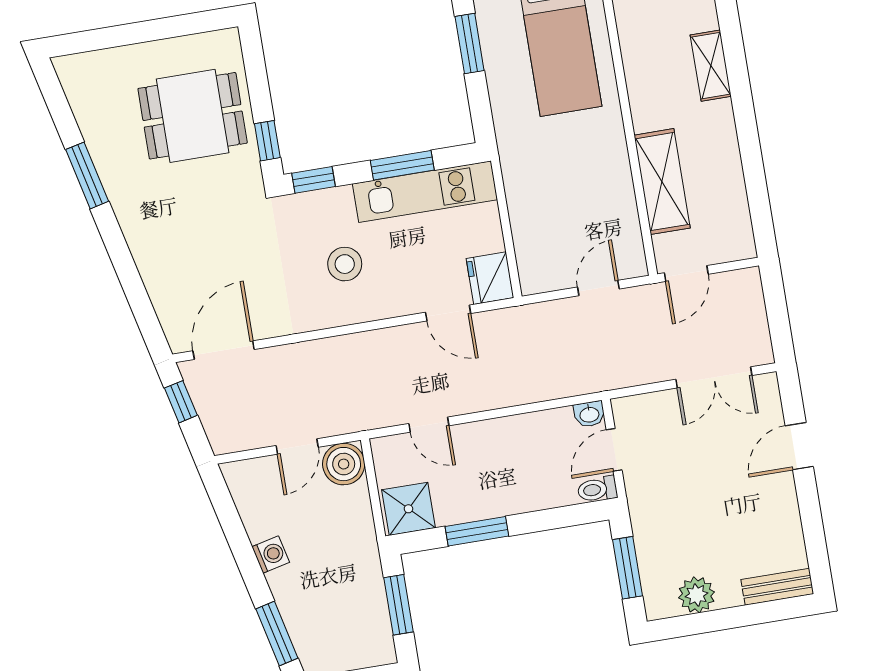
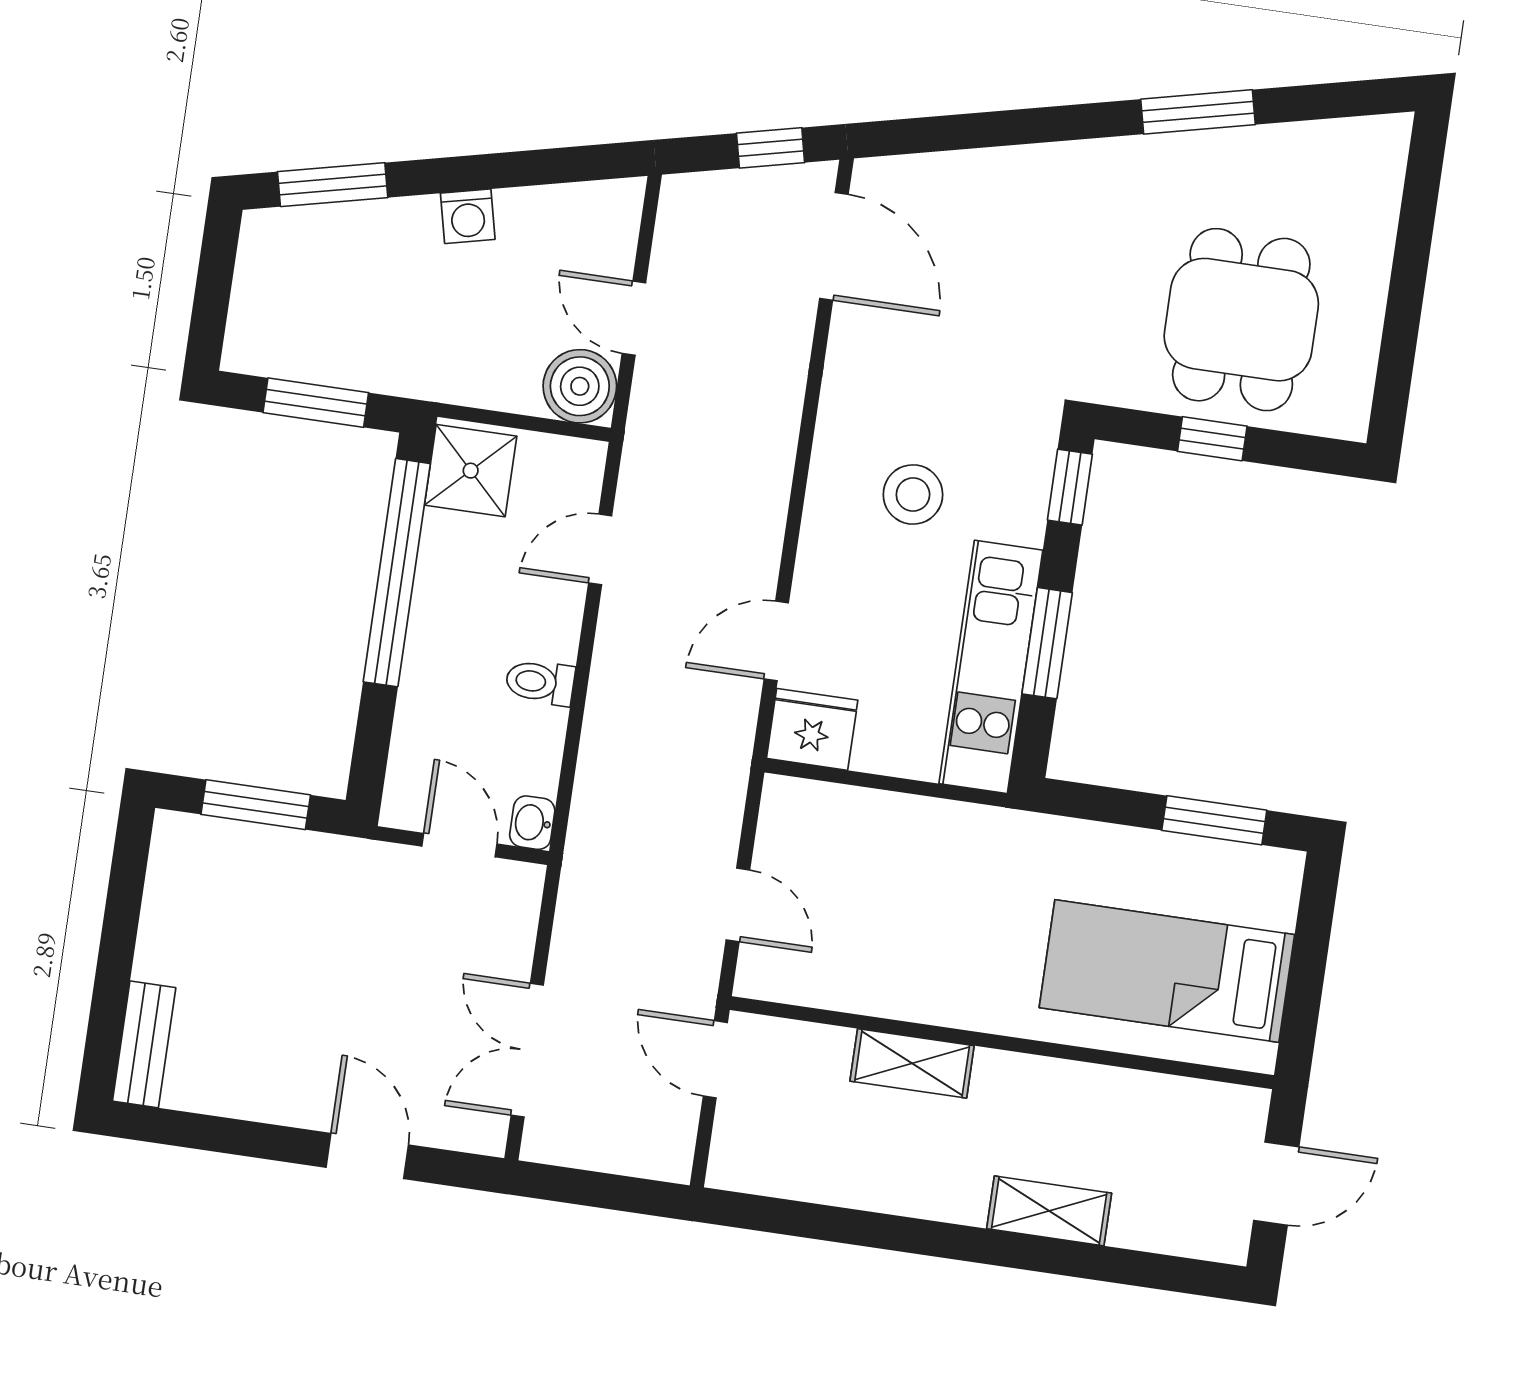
window: (267, 141) -> (1212, 439), moved
shelving: (662, 182) -> (912, 1063), width x0.67, depth x0.75
toilet: (597, 489) -> (540, 682), moved, turned -90
window: (477, 531) -> (397, 573), width x2.11
plant: (697, 595) -> (174, 905), removed

